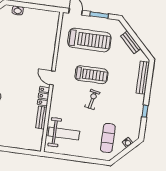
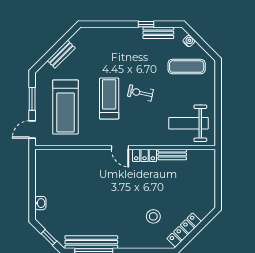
treadmill: (89, 40) -> (65, 107), turned 180
door: (52, 78) -> (120, 147), hinge flipped
bench: (143, 78) -> (158, 33), moved, width x0.73
weight bench: (64, 133) -> (188, 123), turned -90

